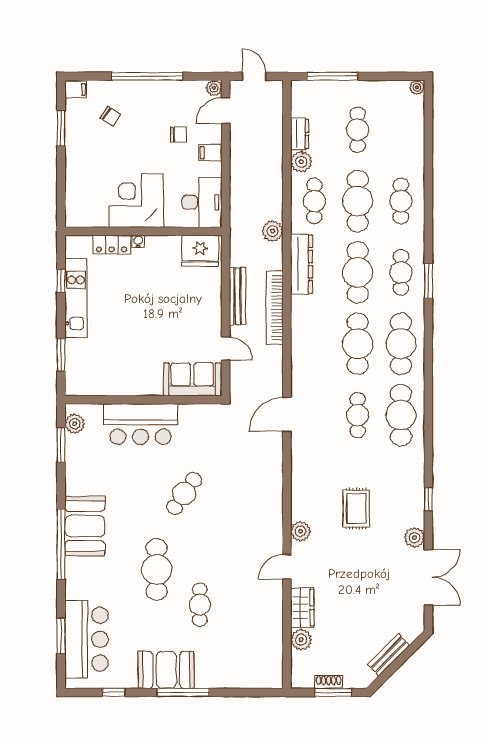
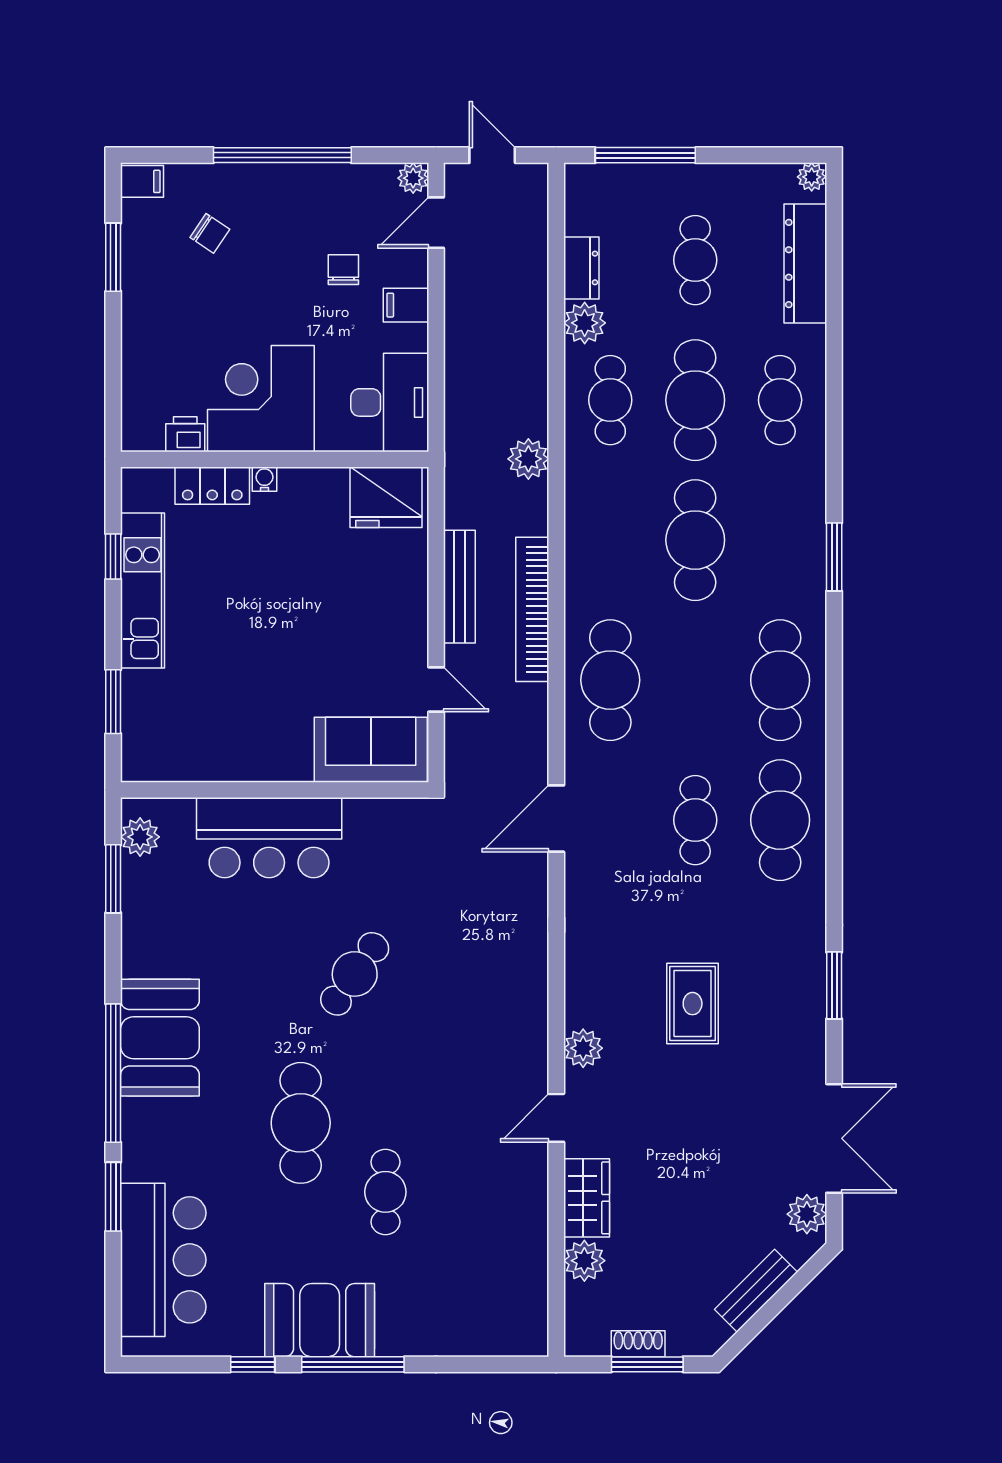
chair: (178, 135) -> (343, 270), turned -90
printer: (98, 218) -> (185, 434), added
dresser: (301, 264) -> (805, 264), moved, turned 180
cafe table: (401, 272) -> (780, 540), removed
cafe table: (358, 344) -> (610, 680), moved
window: (428, 499) -> (834, 985), width x1.50
plant: (415, 538) -> (807, 1214), moved
window: (61, 636) -> (113, 1197), moved
window: (114, 692) -> (253, 1364), moved

